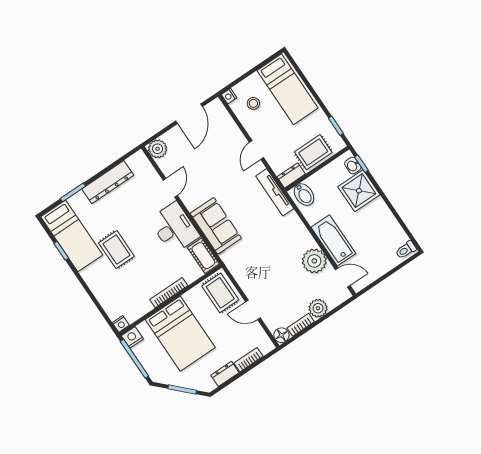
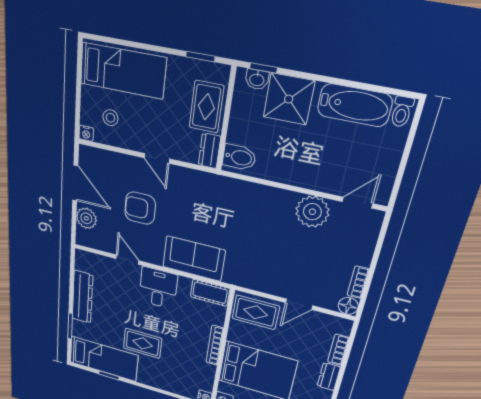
plant: (158, 149) -> (86, 218), moved
armchair: (215, 166) -> (140, 208), added
tv unit: (275, 192) -> (211, 181), removed
desk: (174, 228) -> (158, 288), width x0.73
bathtub: (333, 240) -> (354, 105), moved, turned 180
plant: (318, 308) -> (361, 253), removed

